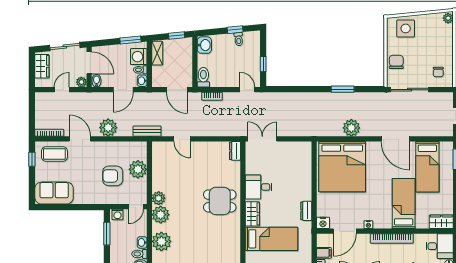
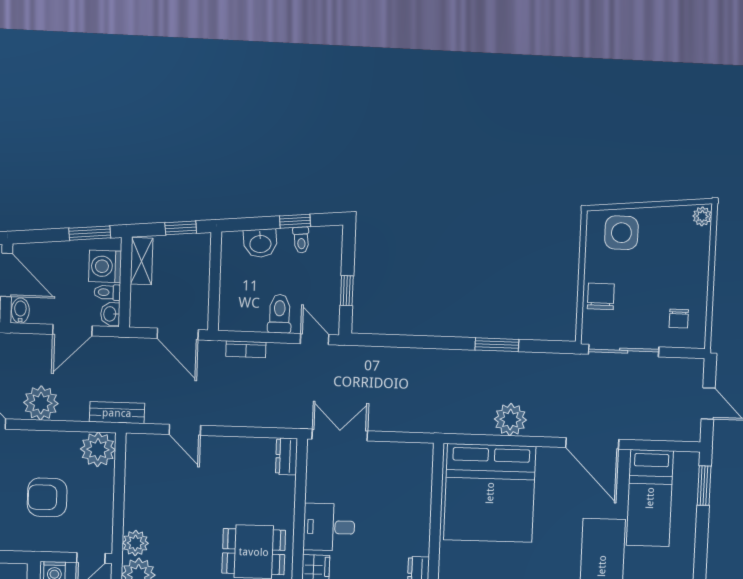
washbasin: (204, 45) -> (260, 243), moved, turned 84
toilet: (203, 77) -> (280, 314), moved
plant: (138, 169) -> (98, 449), moved

